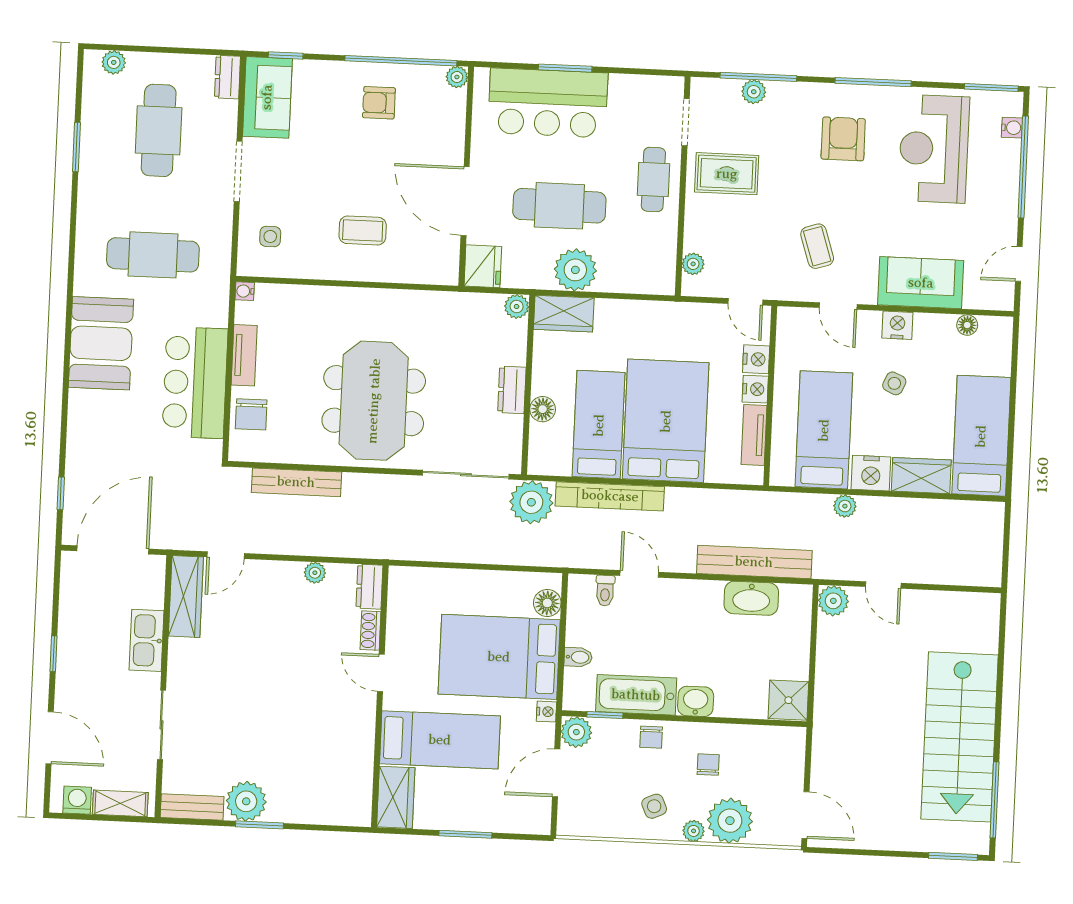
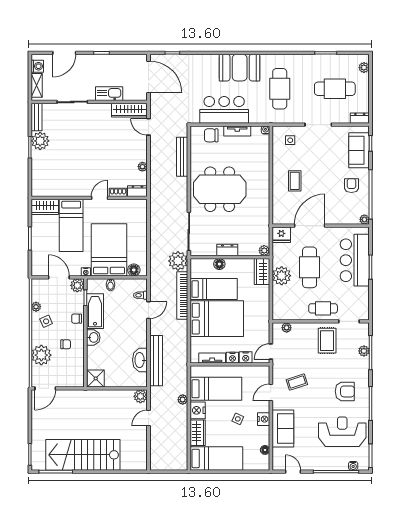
sofa: (267, 97) -> (359, 150), moved, turned 90
plant: (694, 831) -> (36, 307), moved

